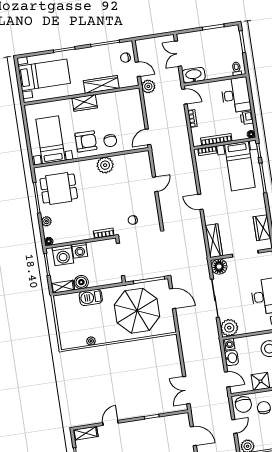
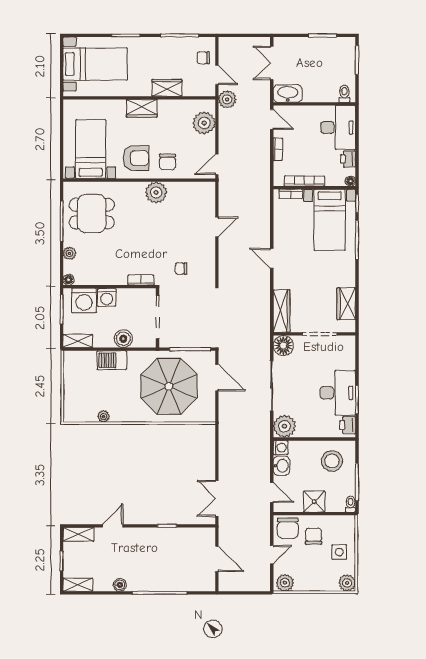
wardrobe: (101, 85) -> (167, 88), width x0.67
plant: (134, 107) -> (204, 123), added
boiler: (81, 282) -> (123, 339), moved

